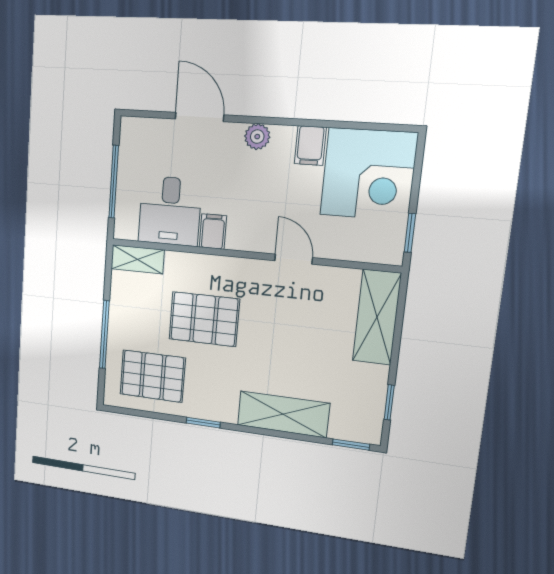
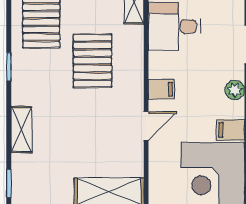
filing cabinet: (213, 231) -> (161, 89), moved
shelving: (283, 414) -> (21, 130), width x0.67, depth x0.75

